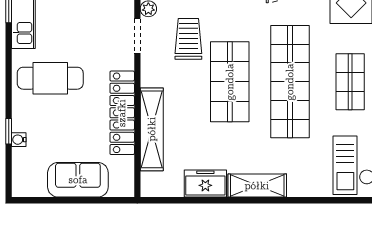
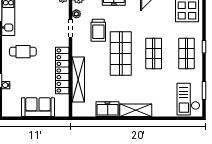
trolley: (188, 39) -> (98, 30), turned 180
cafe table: (50, 78) -> (23, 52), width x0.73, depth x0.74
shop shelf: (290, 82) -> (154, 54), width x0.50, depth x0.74

